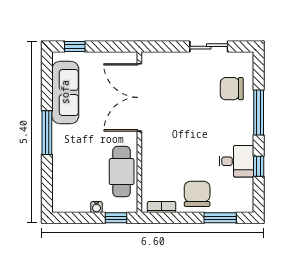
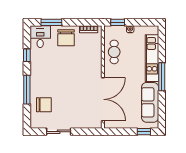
desk: (236, 161) -> (40, 37), moved, turned 90
kitchen unit: (62, 162) -> (152, 58), added
cafe table: (122, 172) -> (114, 52), width x0.73, depth x0.74

